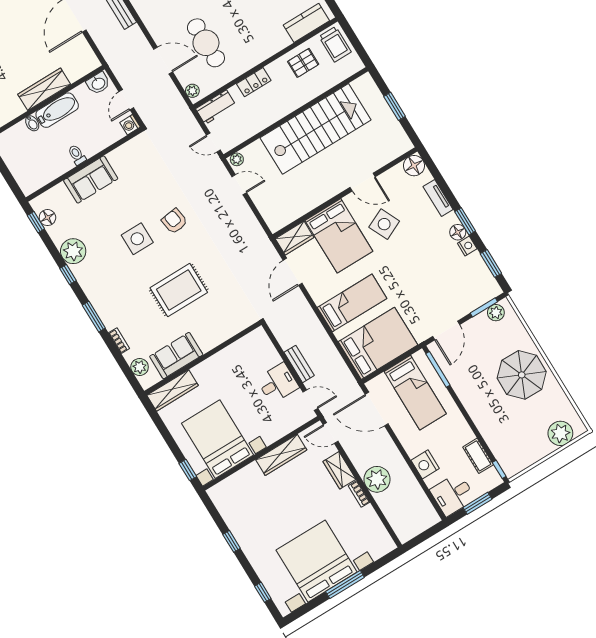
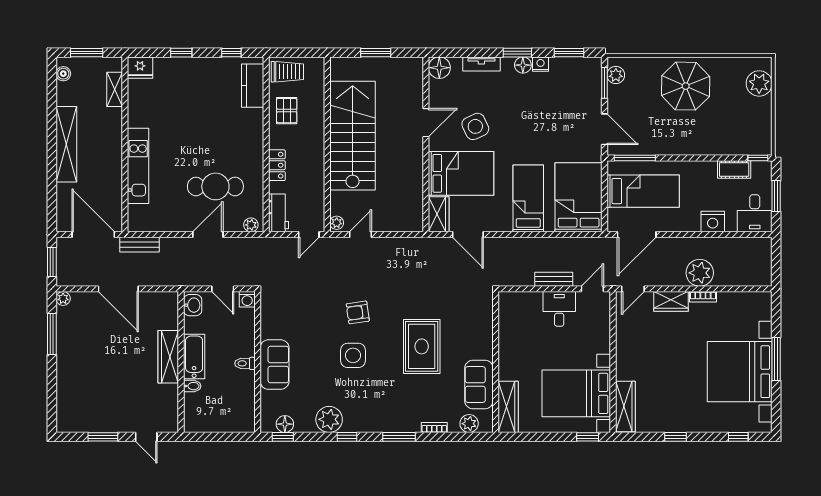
wardrobe: (281, 455) -> (625, 407), moved

